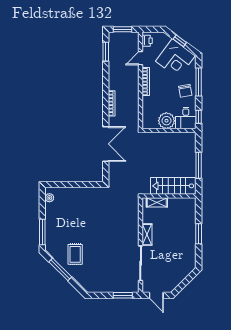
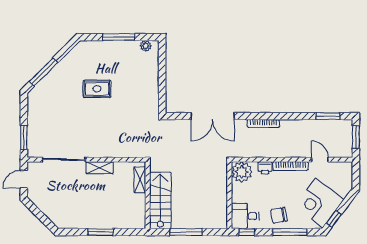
printer: (147, 41) -> (265, 168), moved
window: (180, 41) -> (334, 219), moved
plant: (166, 121) -> (242, 172), moved
window: (42, 232) -> (119, 37), moved
rug: (75, 254) -> (97, 89), moved
window: (60, 269) -> (43, 72), moved

